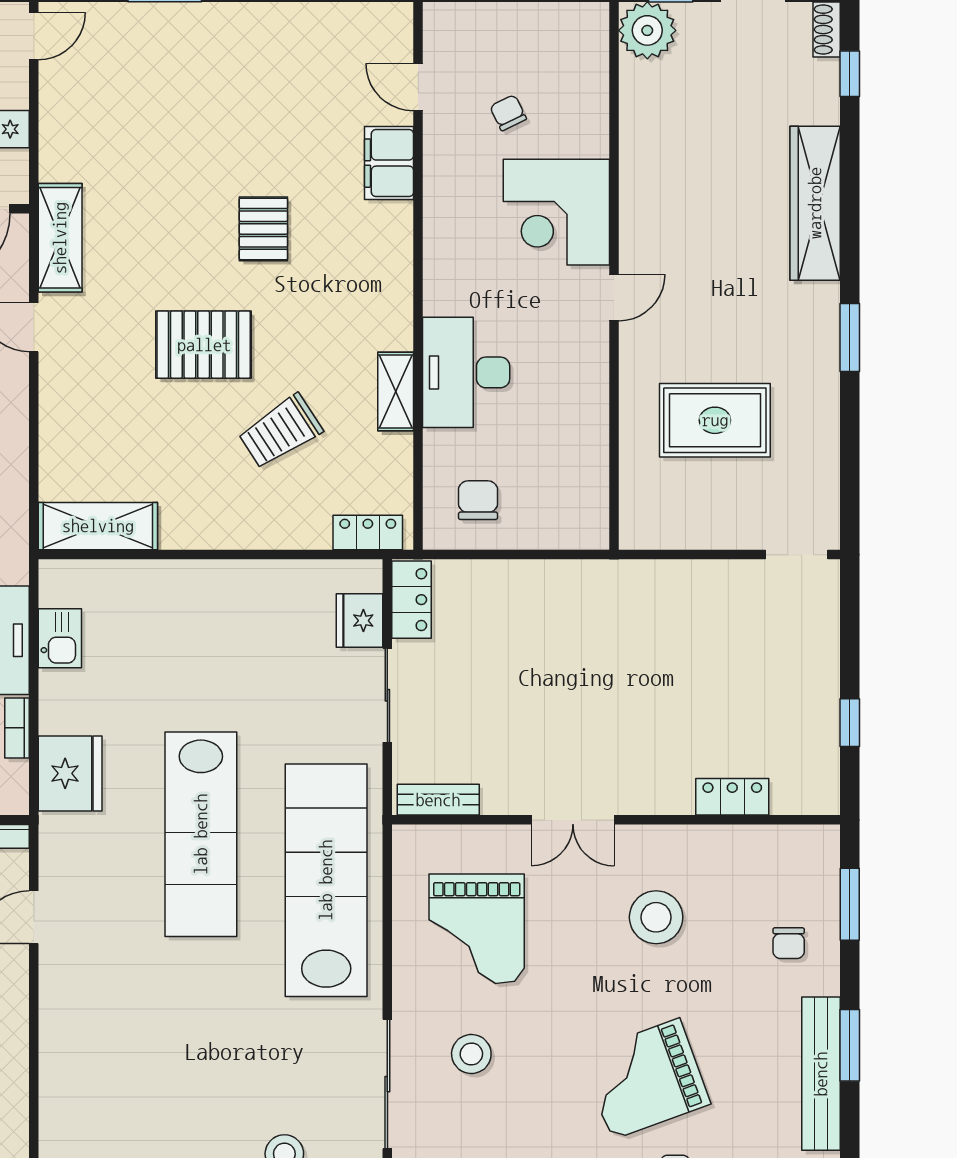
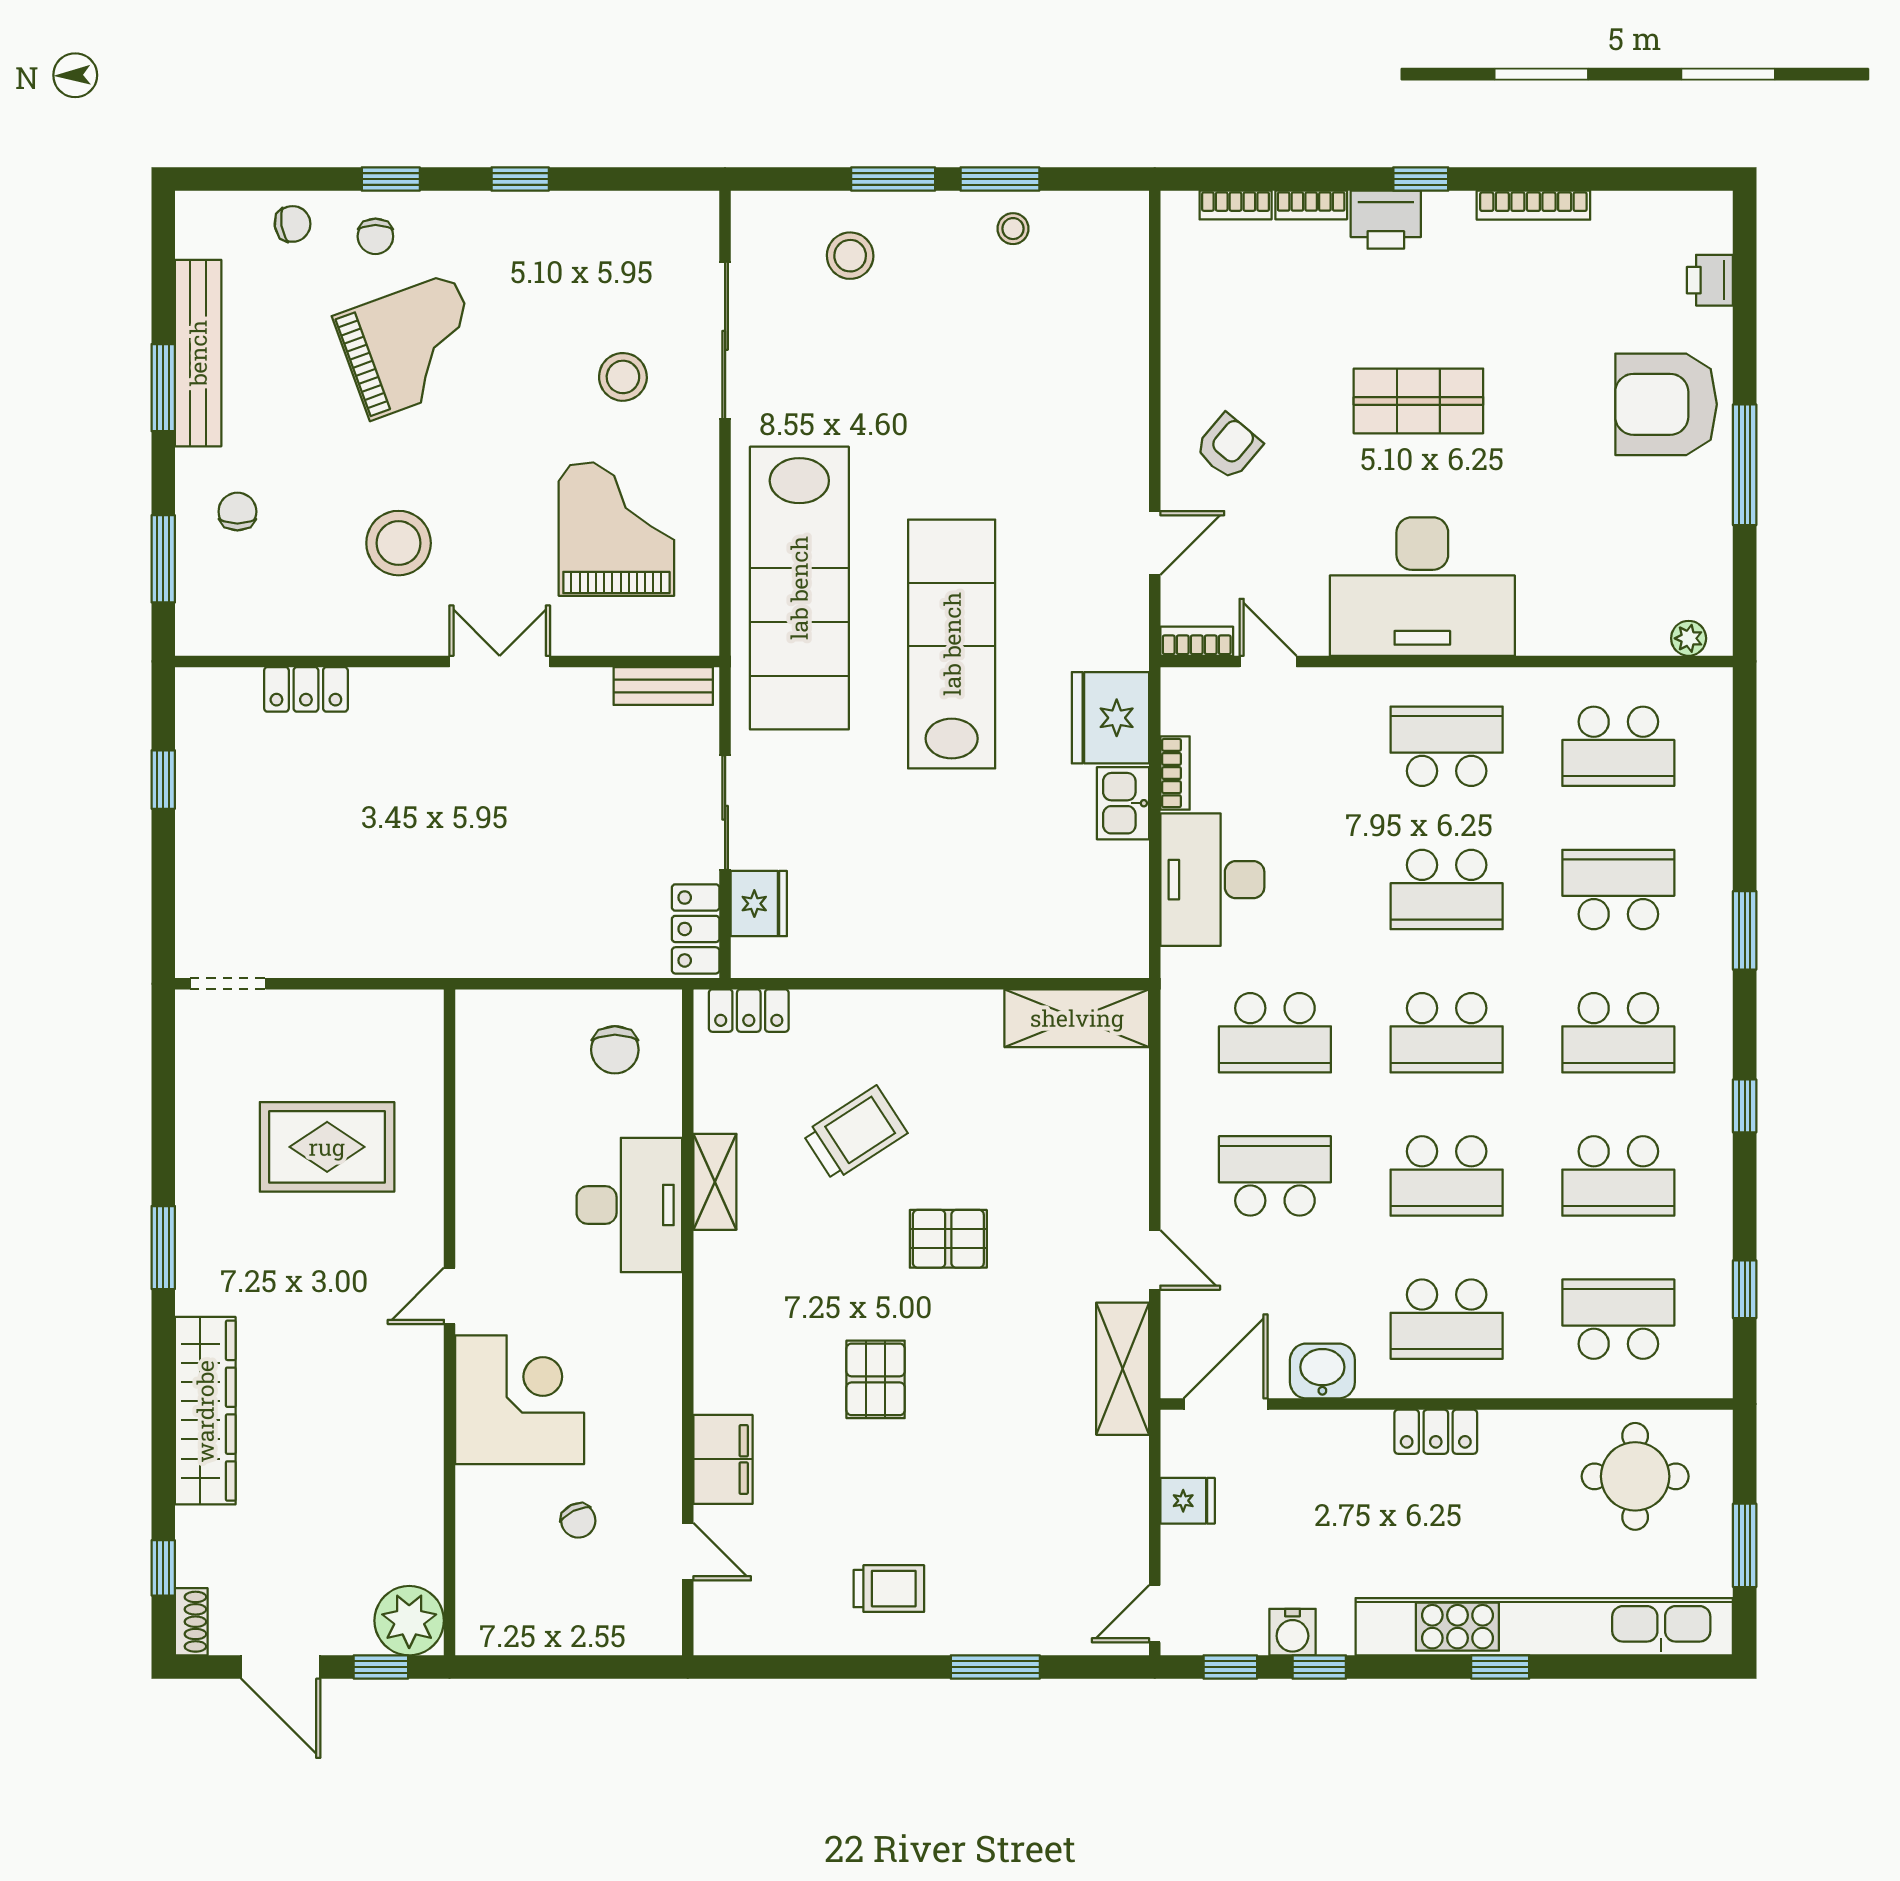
trolley: (253, 57) -> (889, 1589), added
pallet: (204, 345) -> (948, 1239), width x0.67, depth x0.71
kitchen sink: (60, 638) -> (1123, 803), moved

